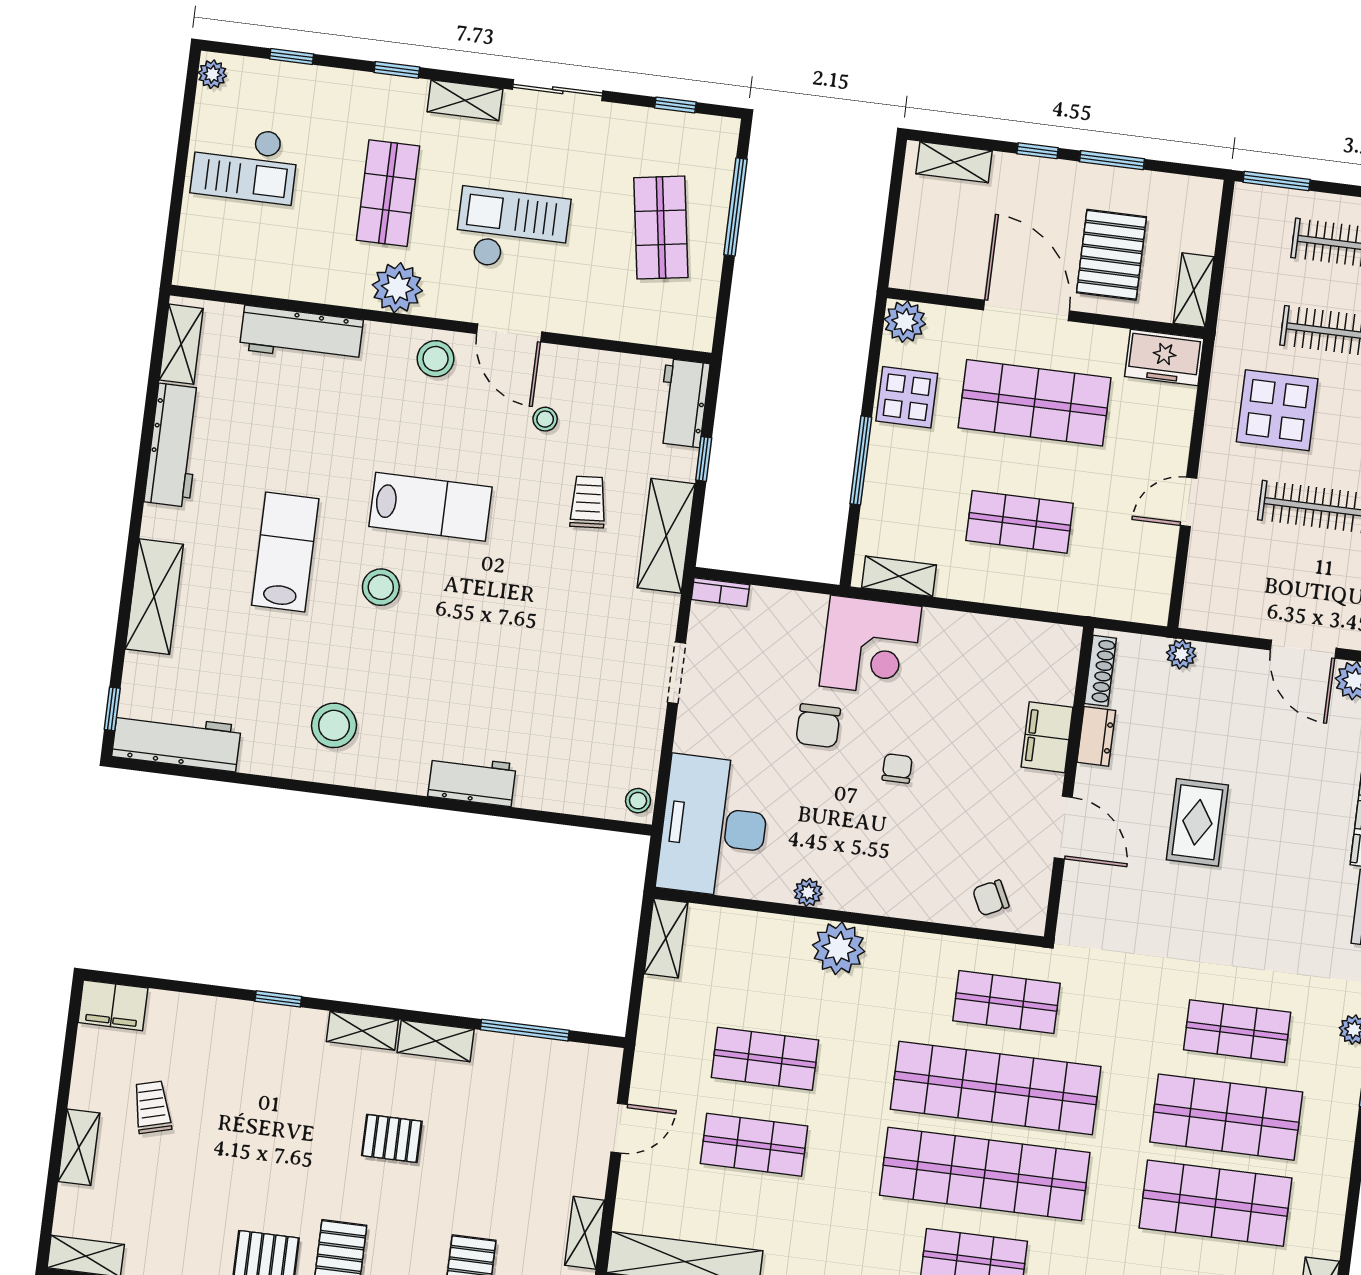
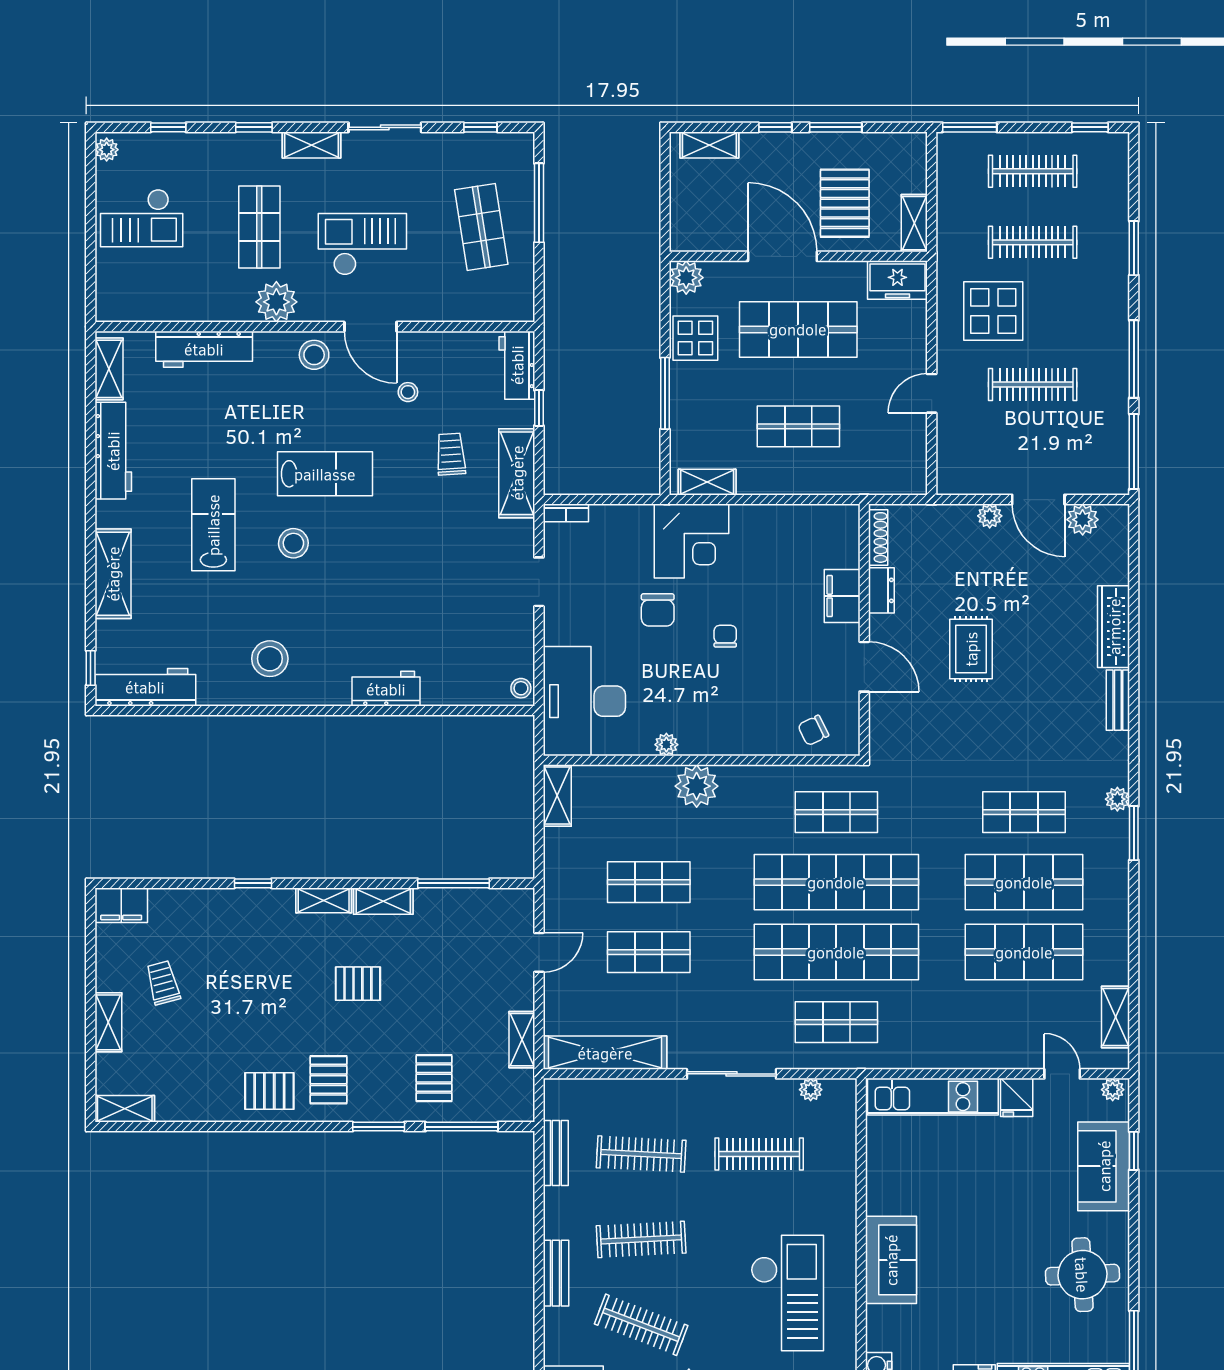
plant: (1181, 654) -> (990, 516), moved

